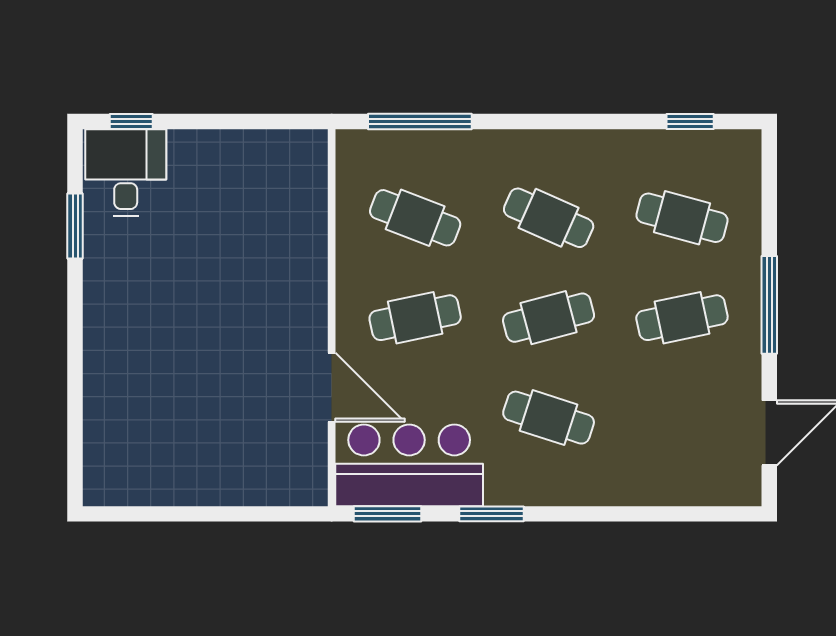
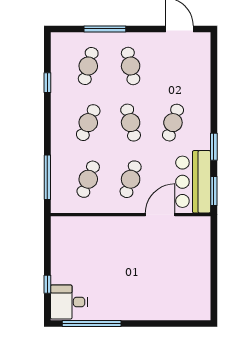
window: (131, 121) -> (47, 284), moved
window: (690, 121) -> (47, 83), moved
window: (75, 226) -> (92, 323), width x2.11
window: (769, 305) -> (105, 29), moved
cafe table: (415, 318) -> (131, 179), turned 30

